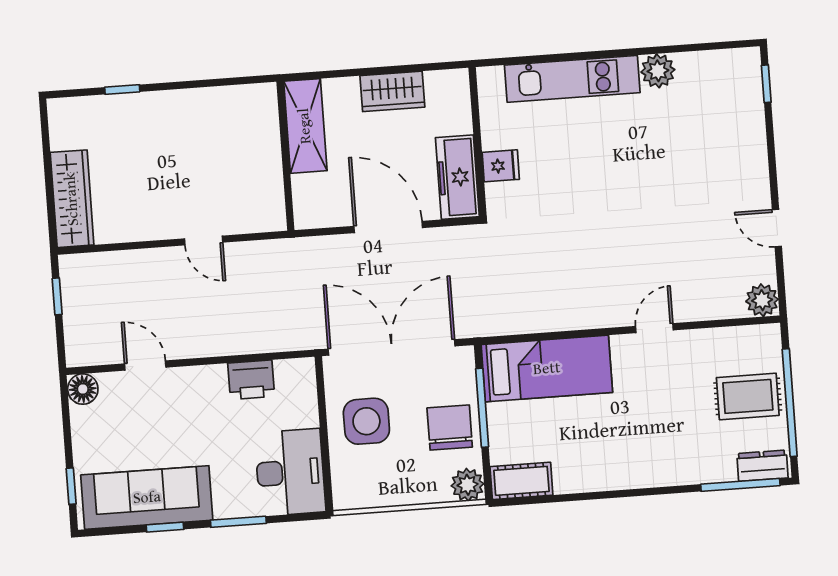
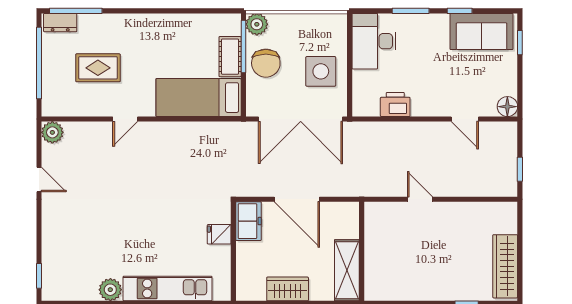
freezer: (457, 177) -> (248, 221), width x0.71
wardrobe: (72, 199) -> (505, 266), moved
rug: (748, 396) -> (98, 68), moved
window: (482, 408) -> (243, 46), moved
cot: (521, 481) -> (230, 57), moved, turned 90
sofa: (147, 498) -> (482, 31), width x0.73

